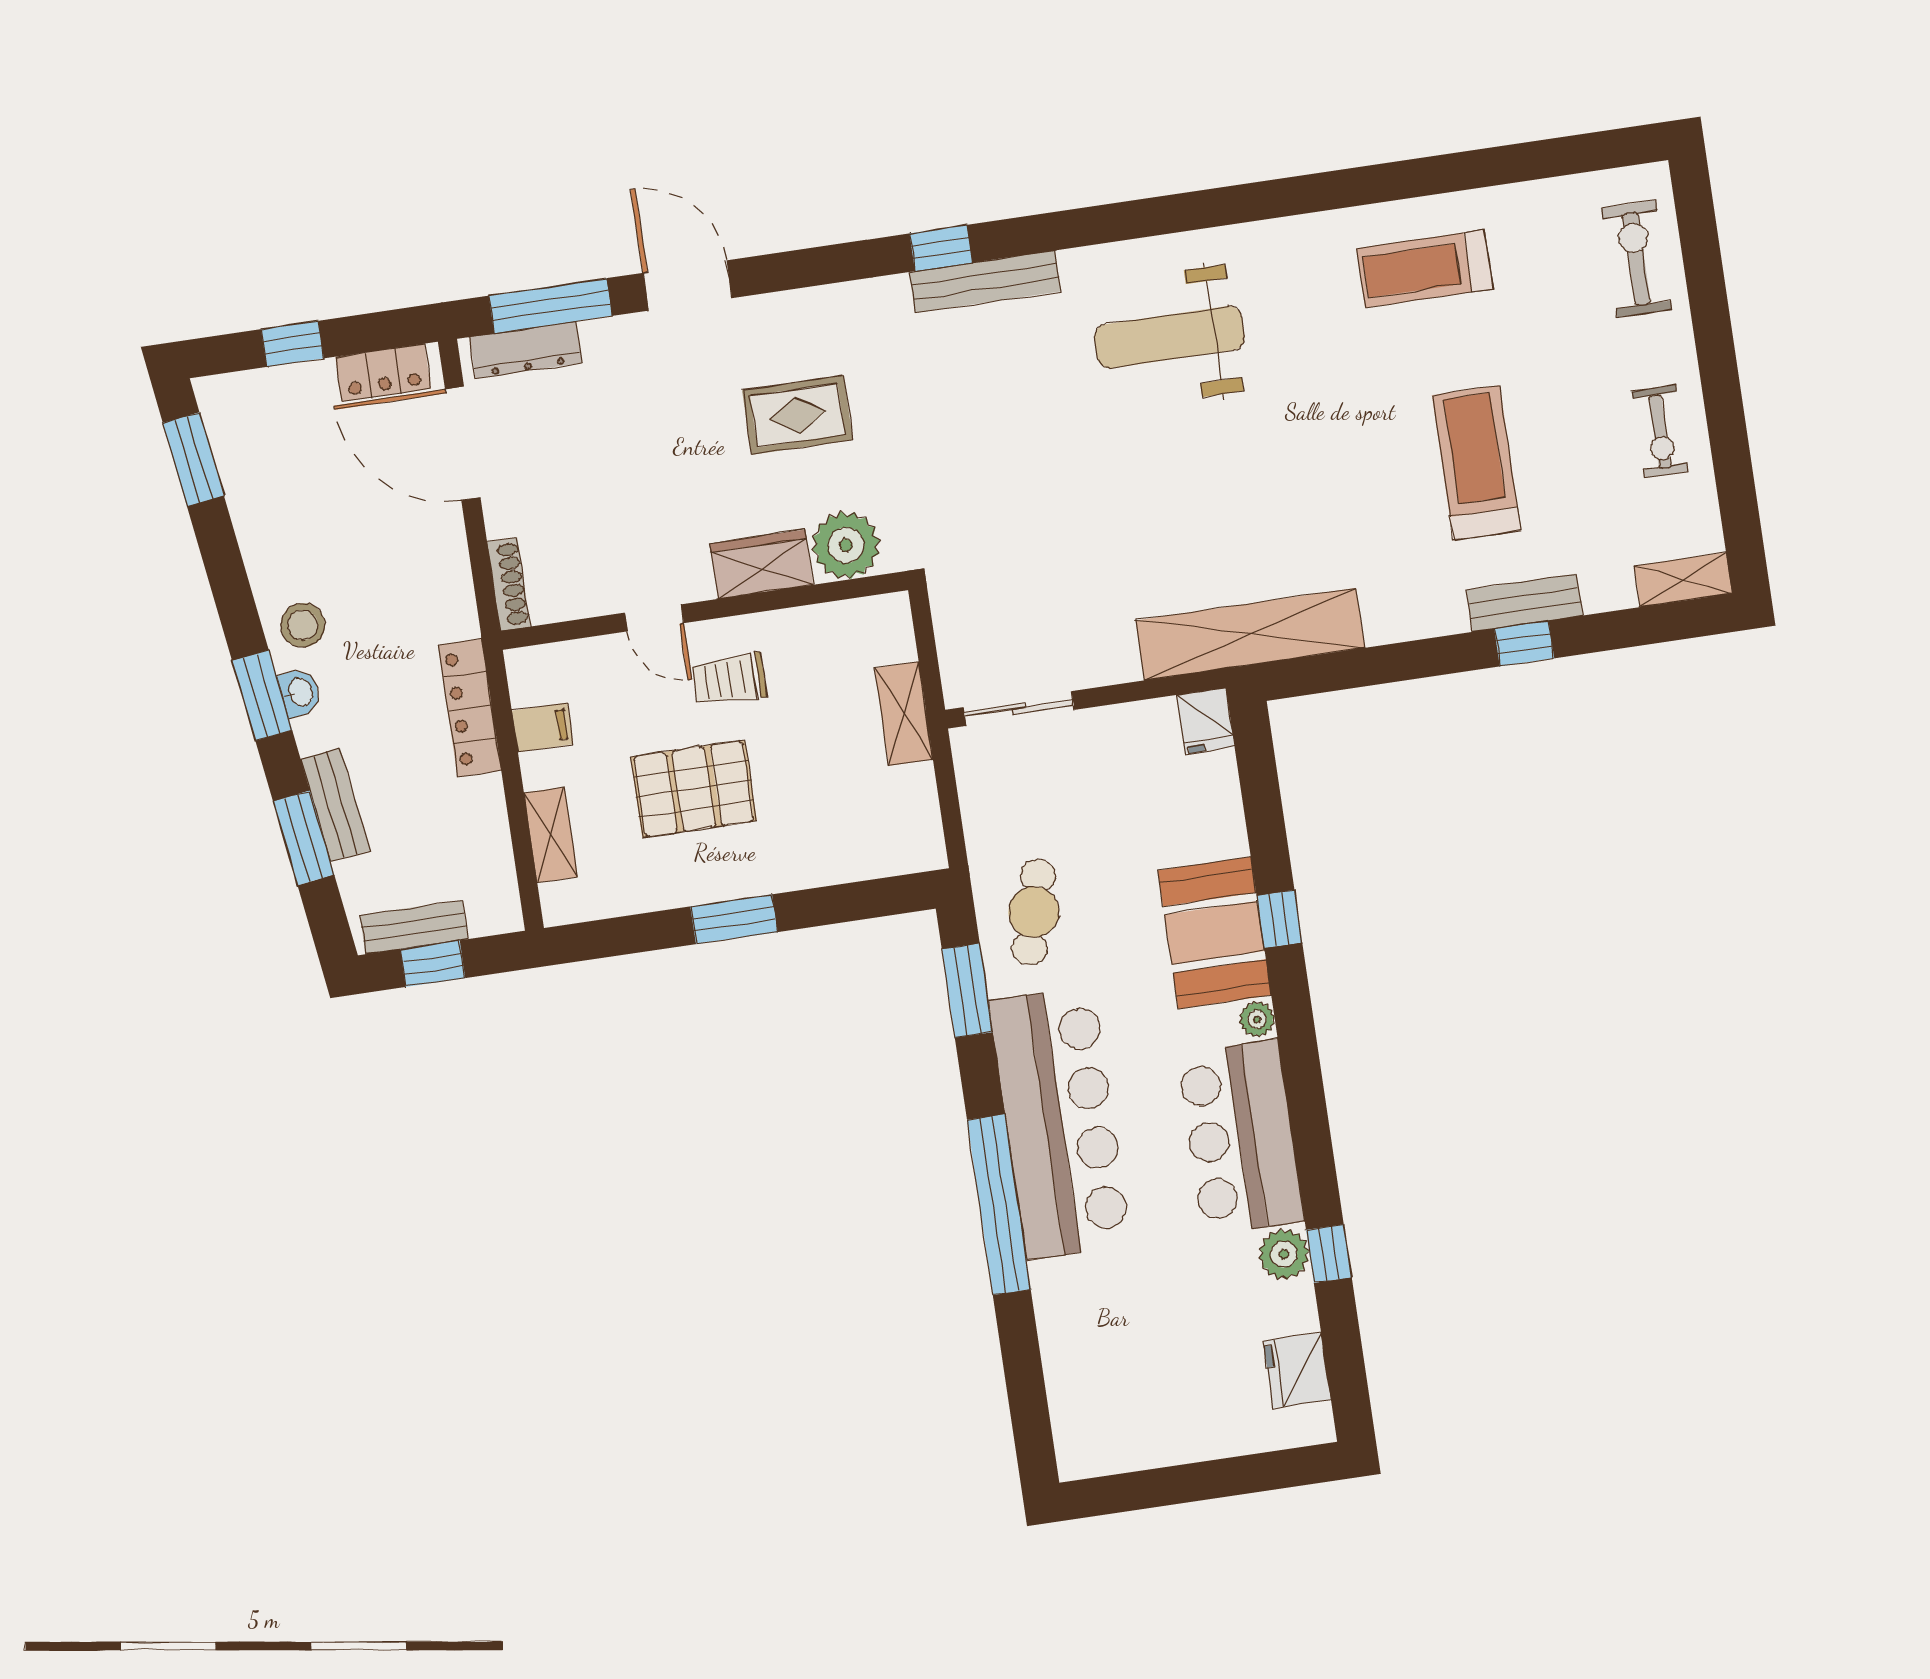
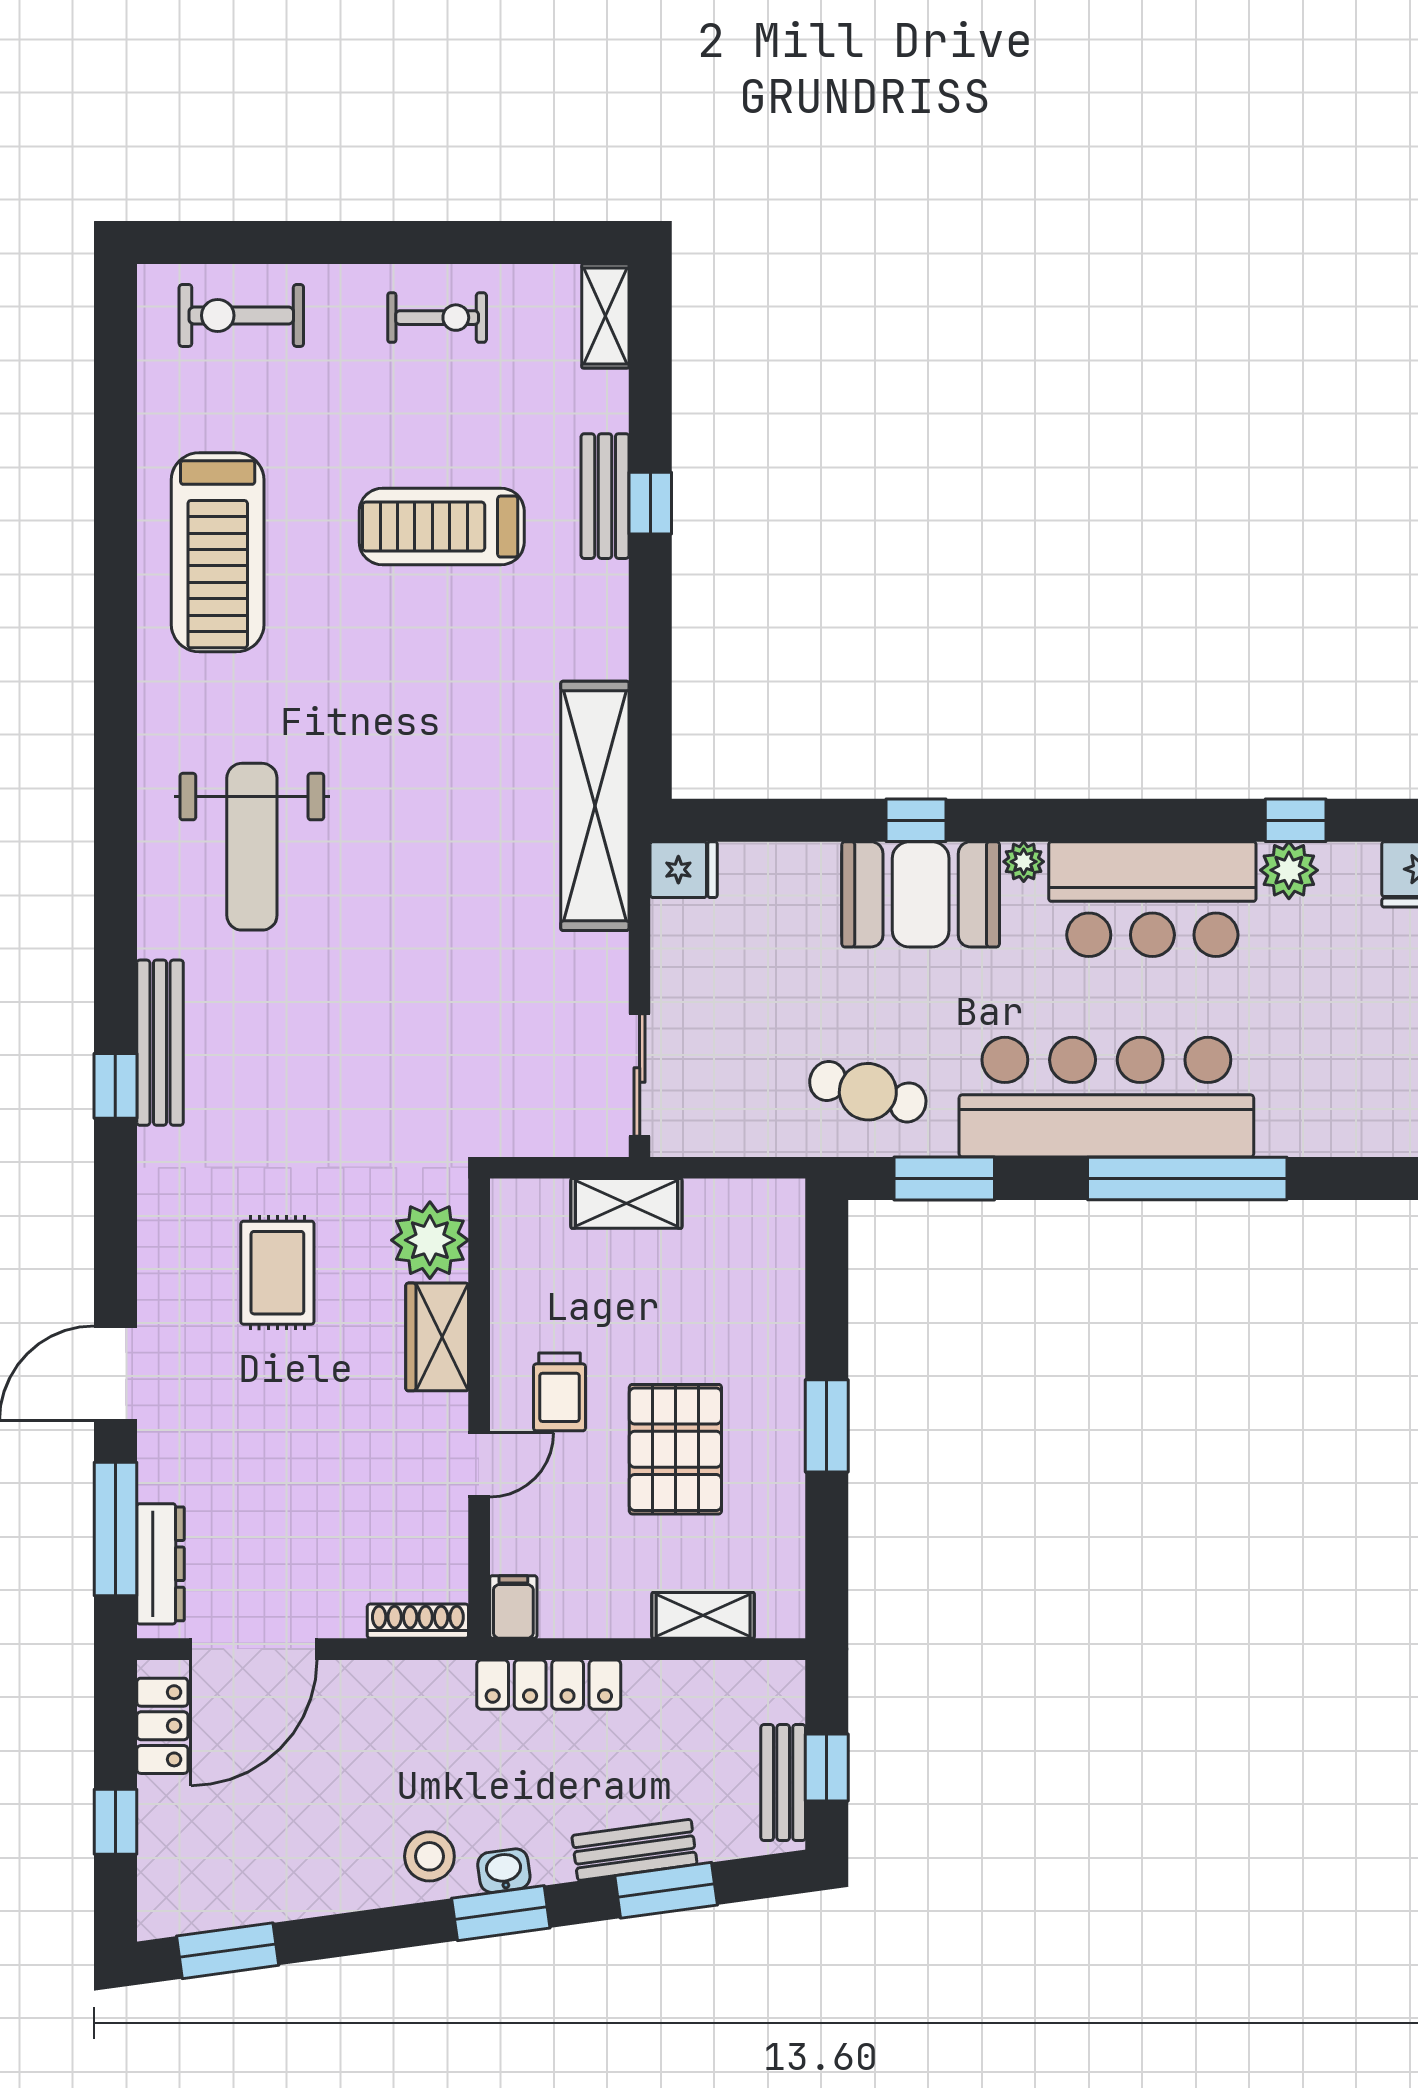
treadmill: (1425, 269) -> (218, 552), width x1.37, depth x1.38
filing cabinet: (542, 727) -> (513, 1607), moved

